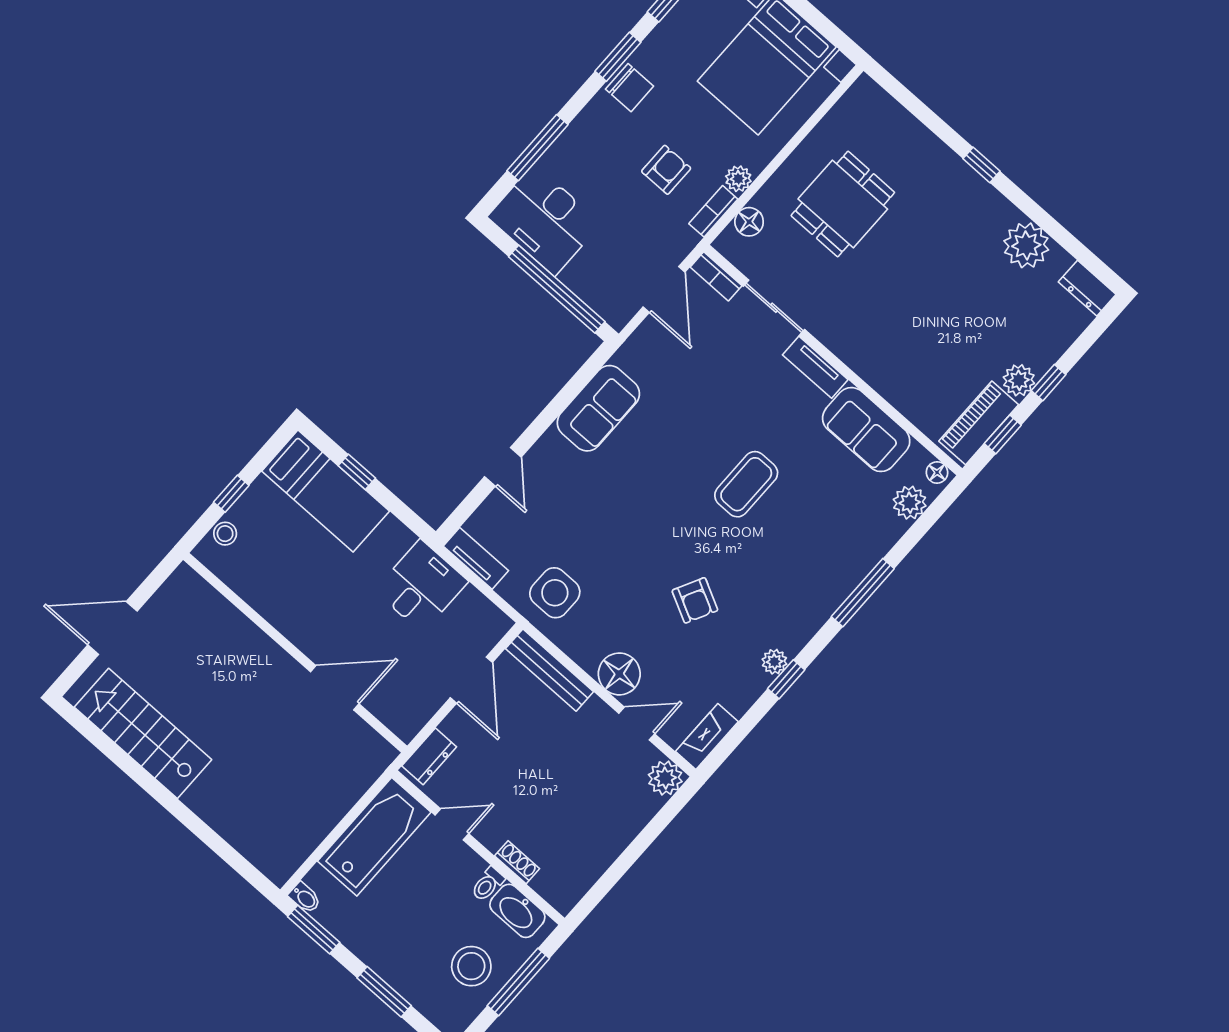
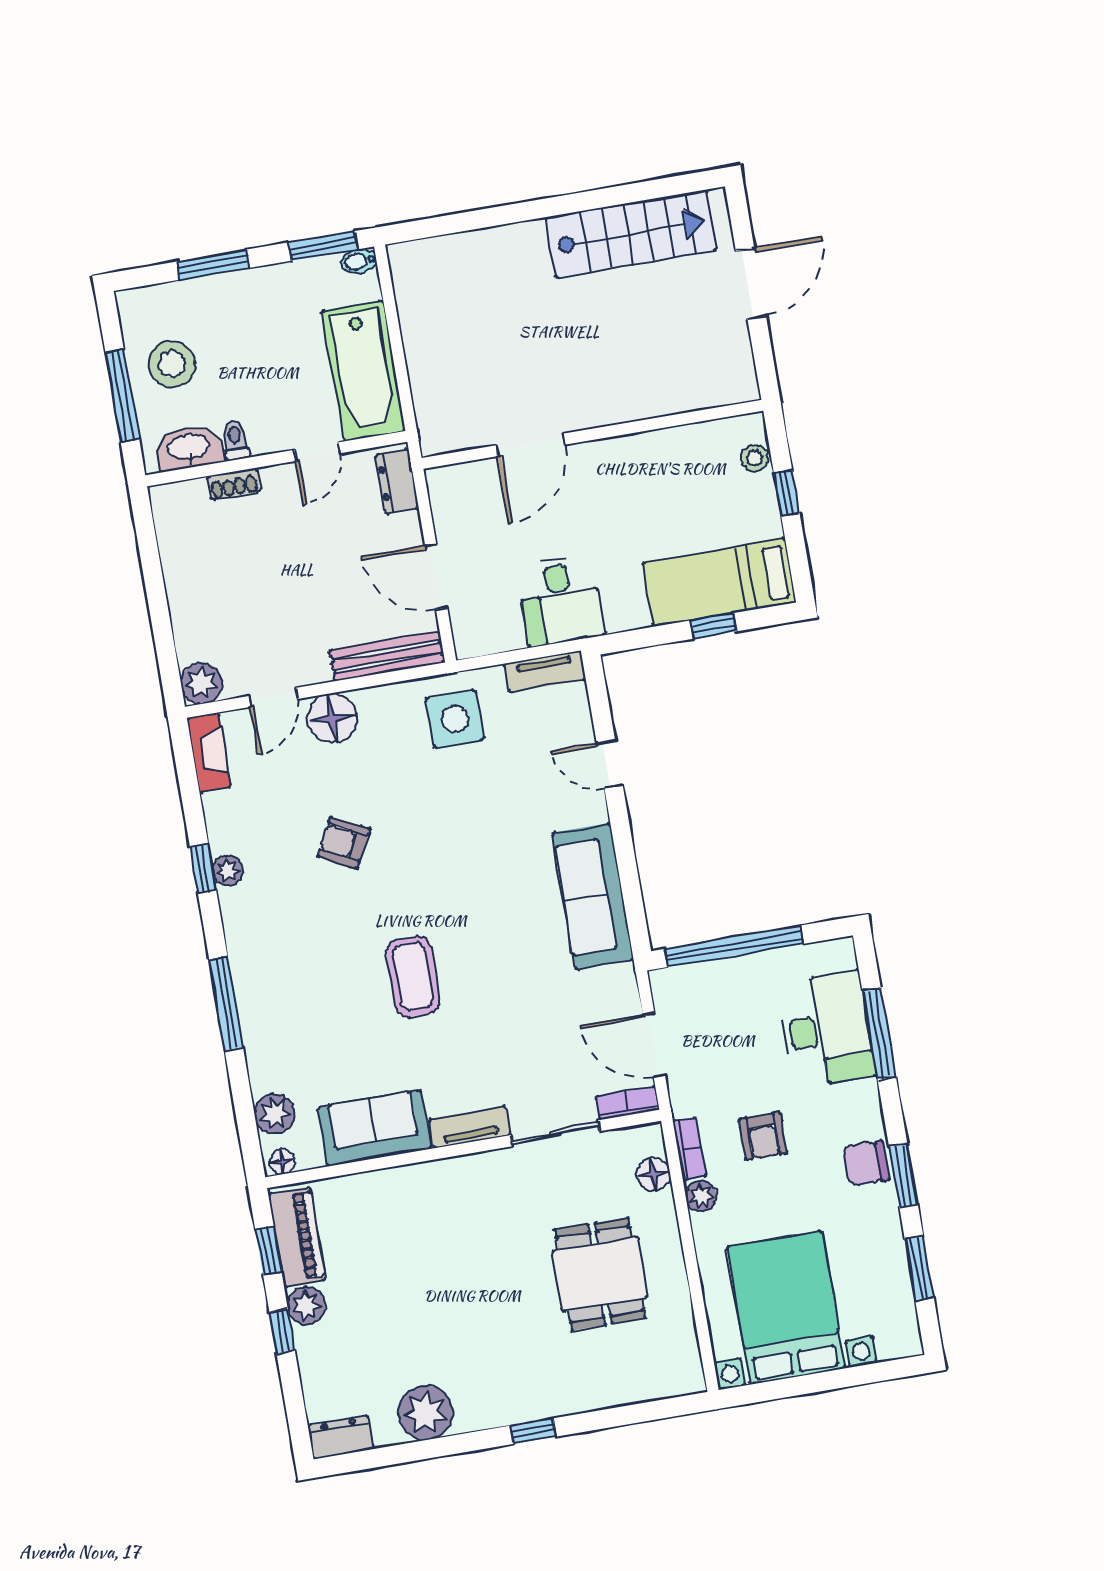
desk: (544, 220) -> (826, 1030), moved, turned 90
sofa: (598, 408) -> (593, 896), width x1.36

